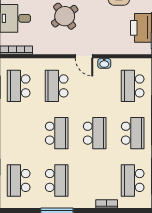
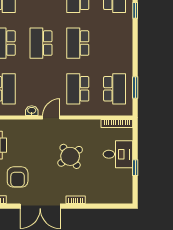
door: (84, 56) -> (51, 118), hinge flipped
school desk: (57, 86) -> (78, 89), turned 180

